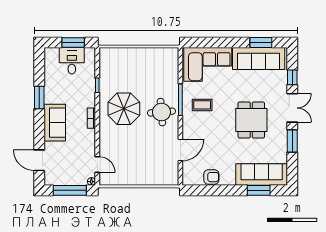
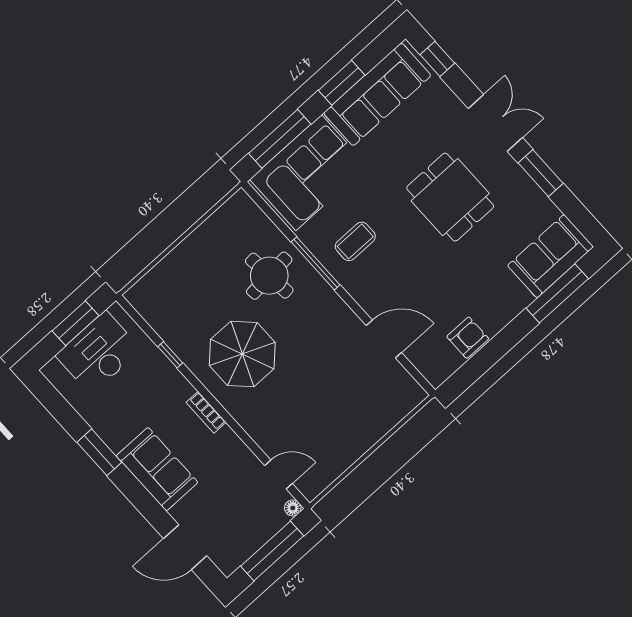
window: (208, 43) -> (280, 139), added
window: (261, 43) -> (342, 83), moved
desk: (72, 61) -> (98, 353), width x1.37
window: (292, 77) -> (437, 59), moved
round table: (161, 112) -> (269, 276), moved
door: (180, 150) -> (384, 339), hinge flipped
sofa: (262, 175) -> (551, 256), width x0.73
window: (259, 190) -> (557, 293), width x1.44

